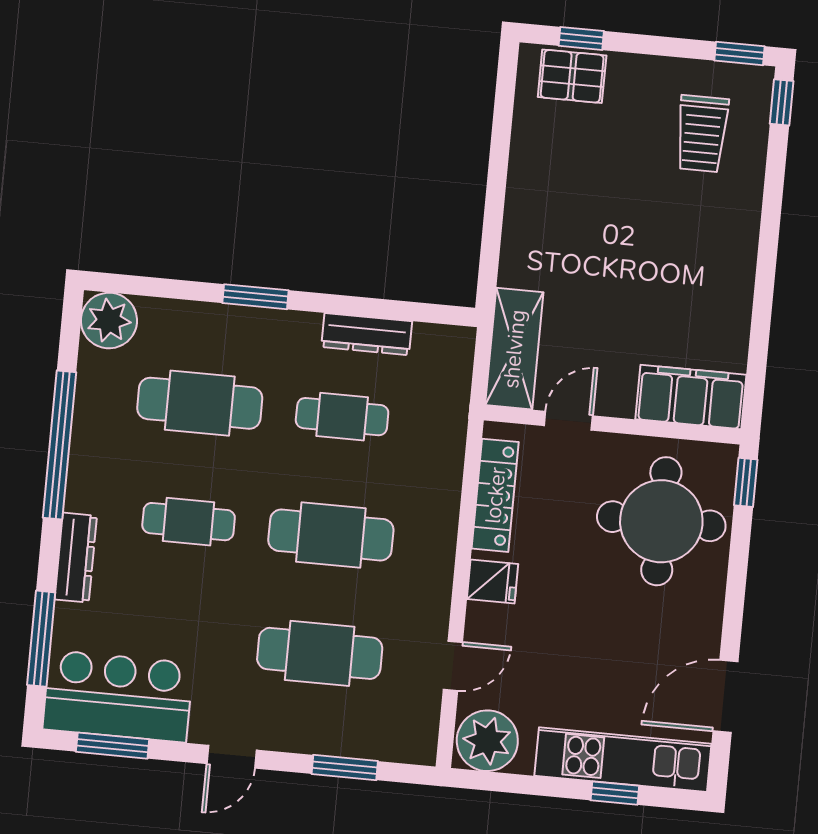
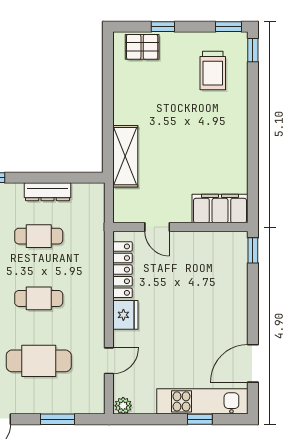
window: (581, 38) -> (163, 27), moved
shelving: (514, 349) -> (125, 156), moved
door: (568, 421) -> (157, 227), swing flipped
round table: (661, 521) -> (211, 275), removed
cafe table: (331, 535) -> (39, 298), width x0.73, depth x0.74
fridge: (492, 581) -> (125, 315), width x1.38
plant: (487, 741) -> (123, 406), width x0.53, depth x0.53

